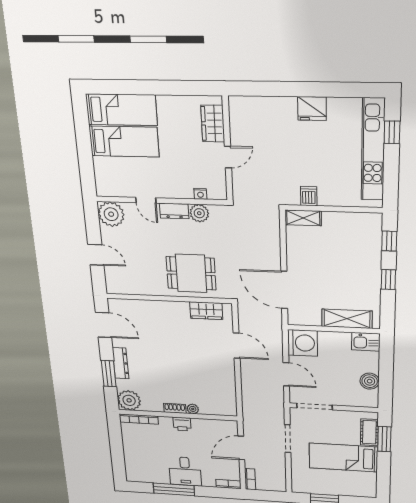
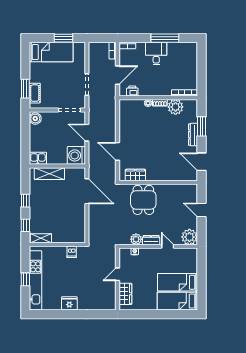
window: (392, 132) -> (25, 279), moved
shelving: (303, 218) -> (41, 238), moved
dining table: (191, 273) -> (143, 200), turned 90
boiler: (370, 381) -> (35, 119), moved
plant: (129, 400) -> (176, 107), moved
printer: (182, 424) -> (132, 91), moved
bed: (343, 458) -> (51, 52), moved

